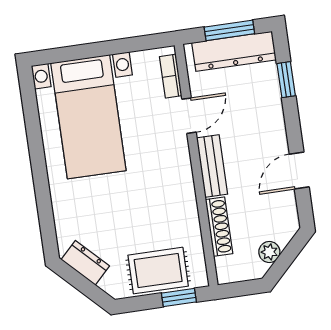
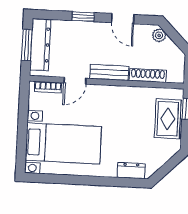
window: (286, 80) -> (83, 17), moved
door: (189, 116) -> (75, 81), swing flipped
plant: (269, 252) -> (159, 35), moved
dresser: (85, 263) -> (131, 171), moved, turned 45

